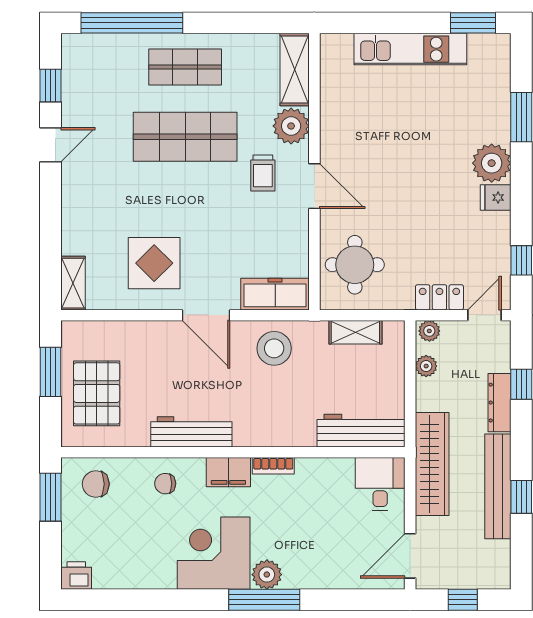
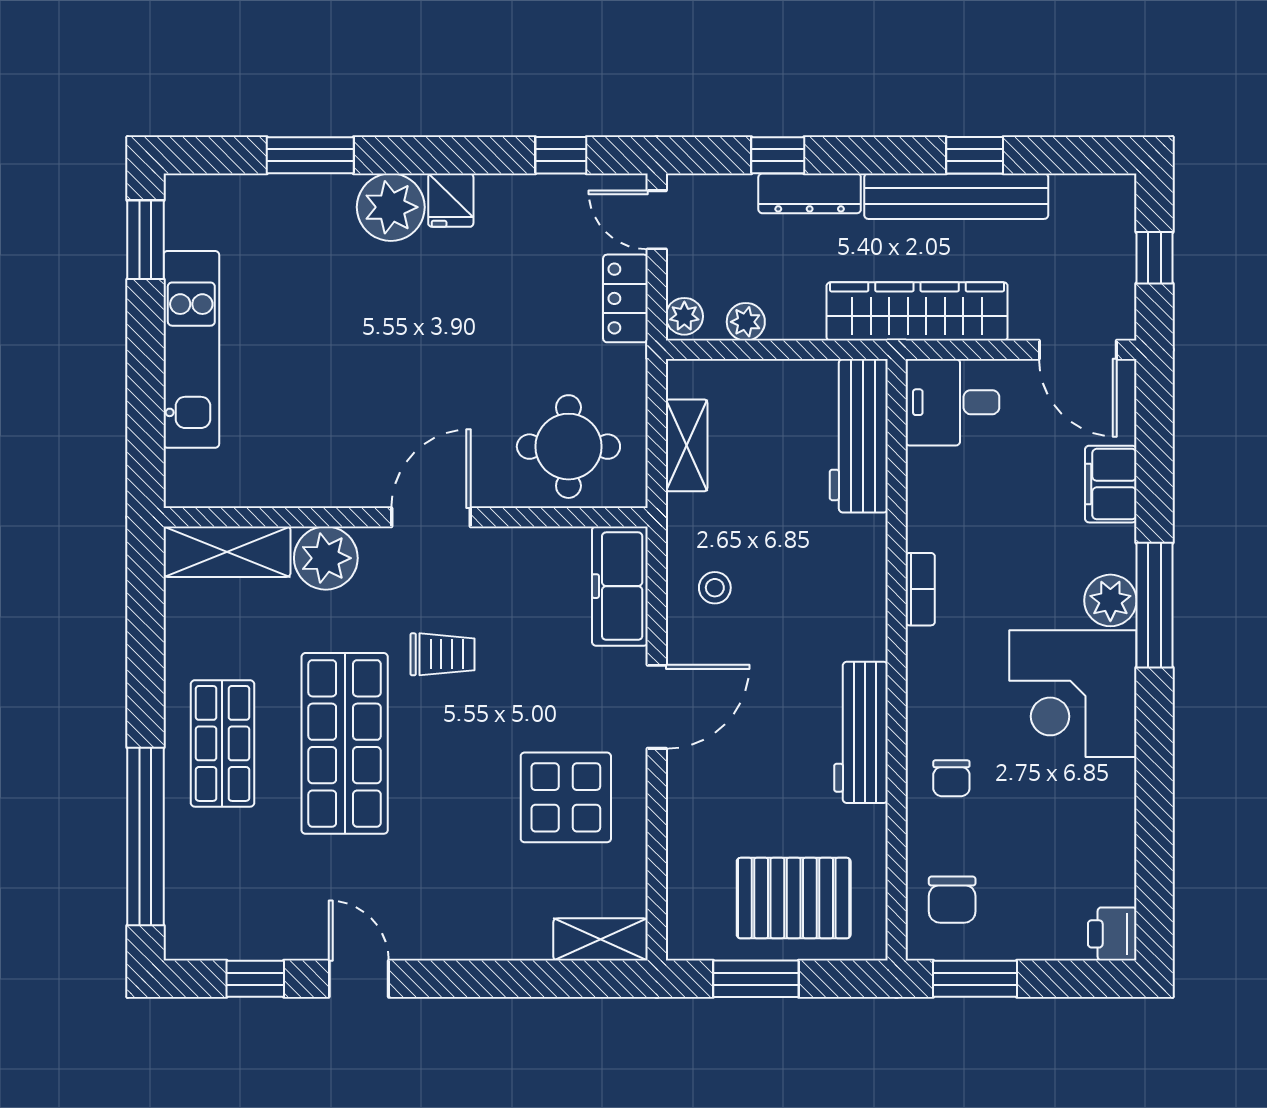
trolley: (263, 173) -> (442, 654), moved
stool: (274, 348) -> (715, 588), width x0.53, depth x0.53
filing cabinet: (228, 472) -> (1111, 484), moved, turned 180

